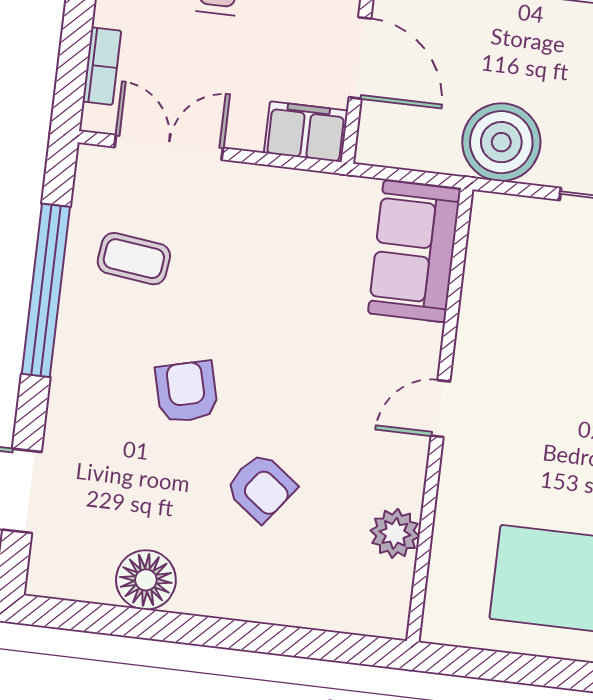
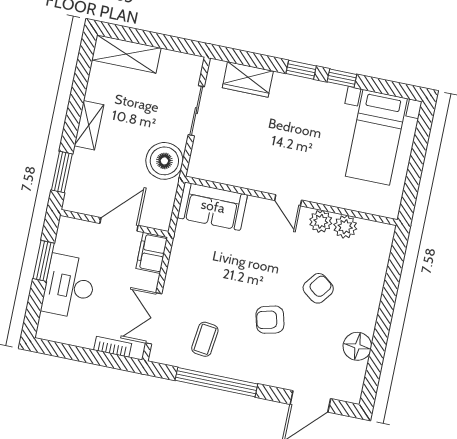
plant: (402, 481) -> (321, 221), added

